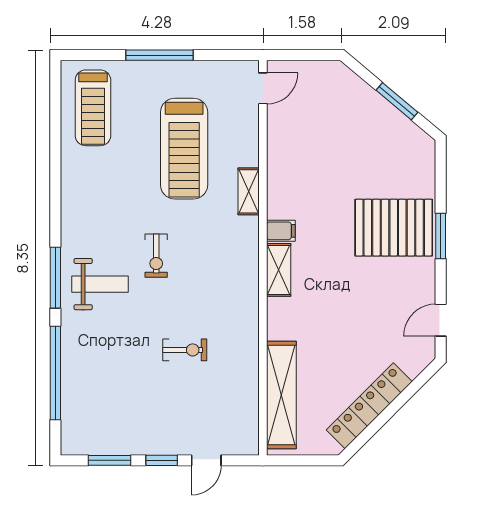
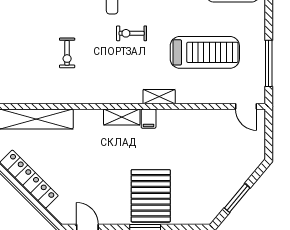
window: (159, 55) -> (269, 63), moved
treadmill: (184, 149) -> (205, 52), turned 180
shelving: (249, 191) -> (159, 97), moved

